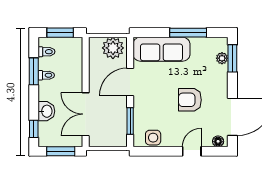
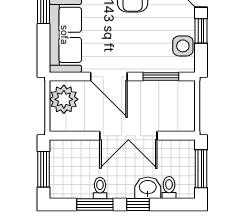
toilet: (46, 52) -> (169, 188), moved
double door: (86, 114) -> (128, 136), moved
window: (34, 129) -> (138, 205), moved
window: (164, 151) -> (201, 31), added

